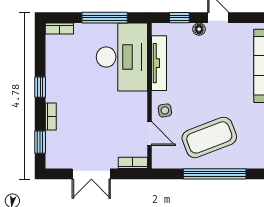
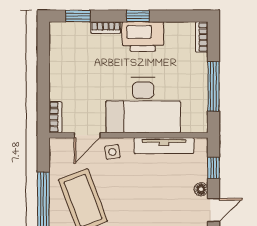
desk: (122, 57) -> (143, 105), moved
printer: (59, 83) -> (143, 37), added
double door: (91, 174) -> (43, 72), removed

